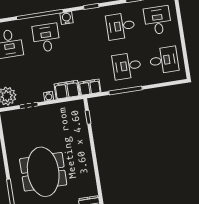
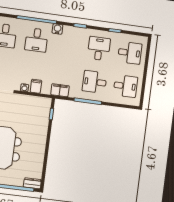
desk: (158, 20) -> (130, 53), turned 90
desk: (121, 26) -> (99, 49), turned 90
desk: (46, 38) -> (36, 40), turned 180
filing cabinet: (67, 90) -> (36, 86), width x0.50

